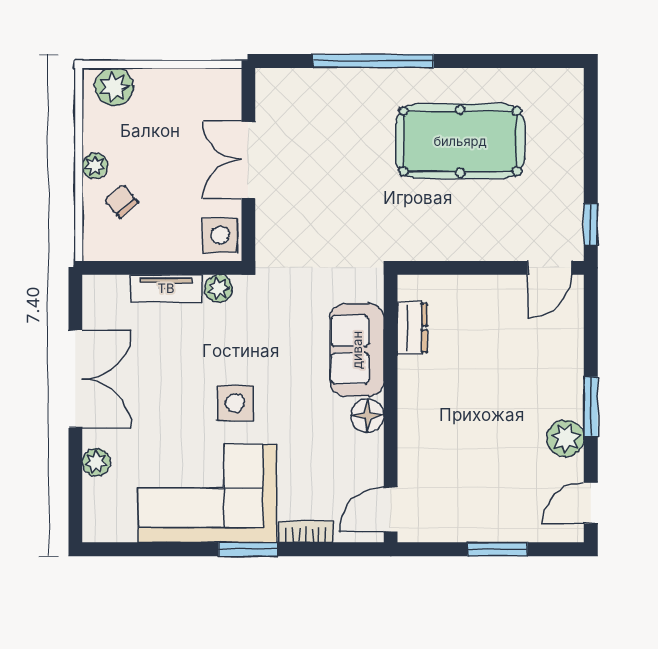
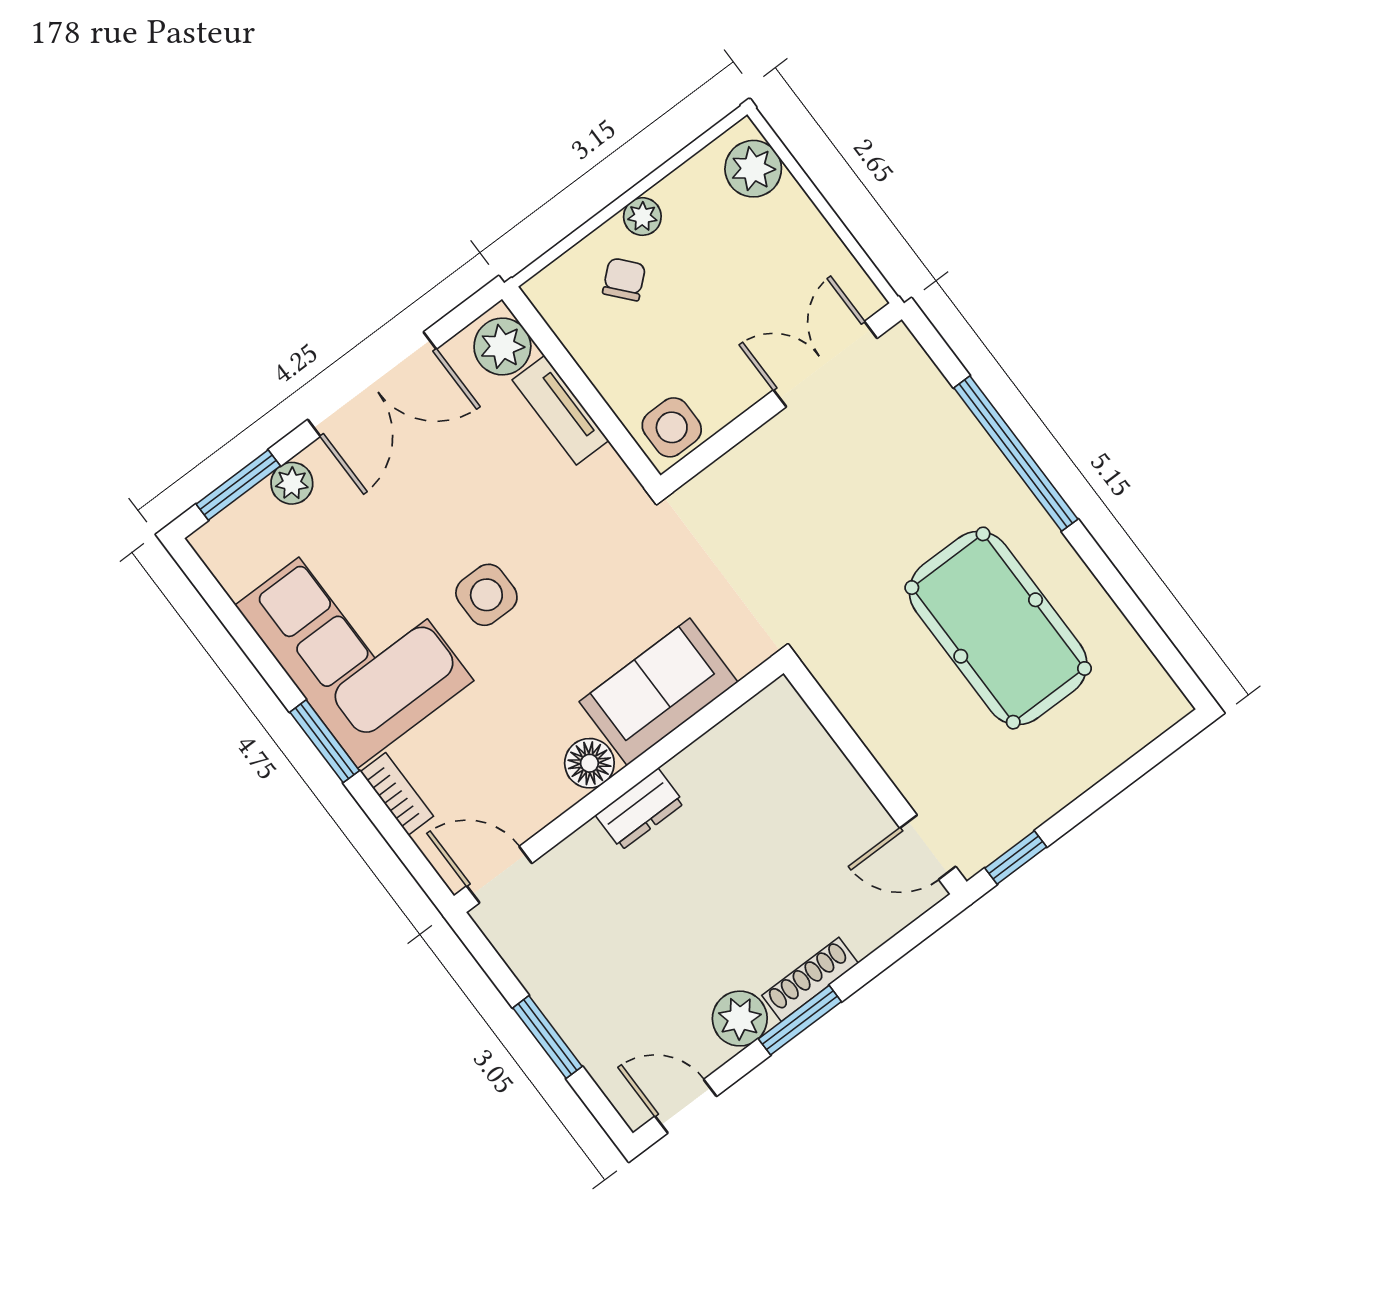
double door: (248, 160) -> (825, 364), moved
plant: (218, 288) -> (502, 347), moved, width x1.38, depth x1.38
dresser: (412, 328) -> (640, 809), moved
shoe rack: (573, 385) -> (810, 979), added
window: (75, 492) -> (238, 485), added

